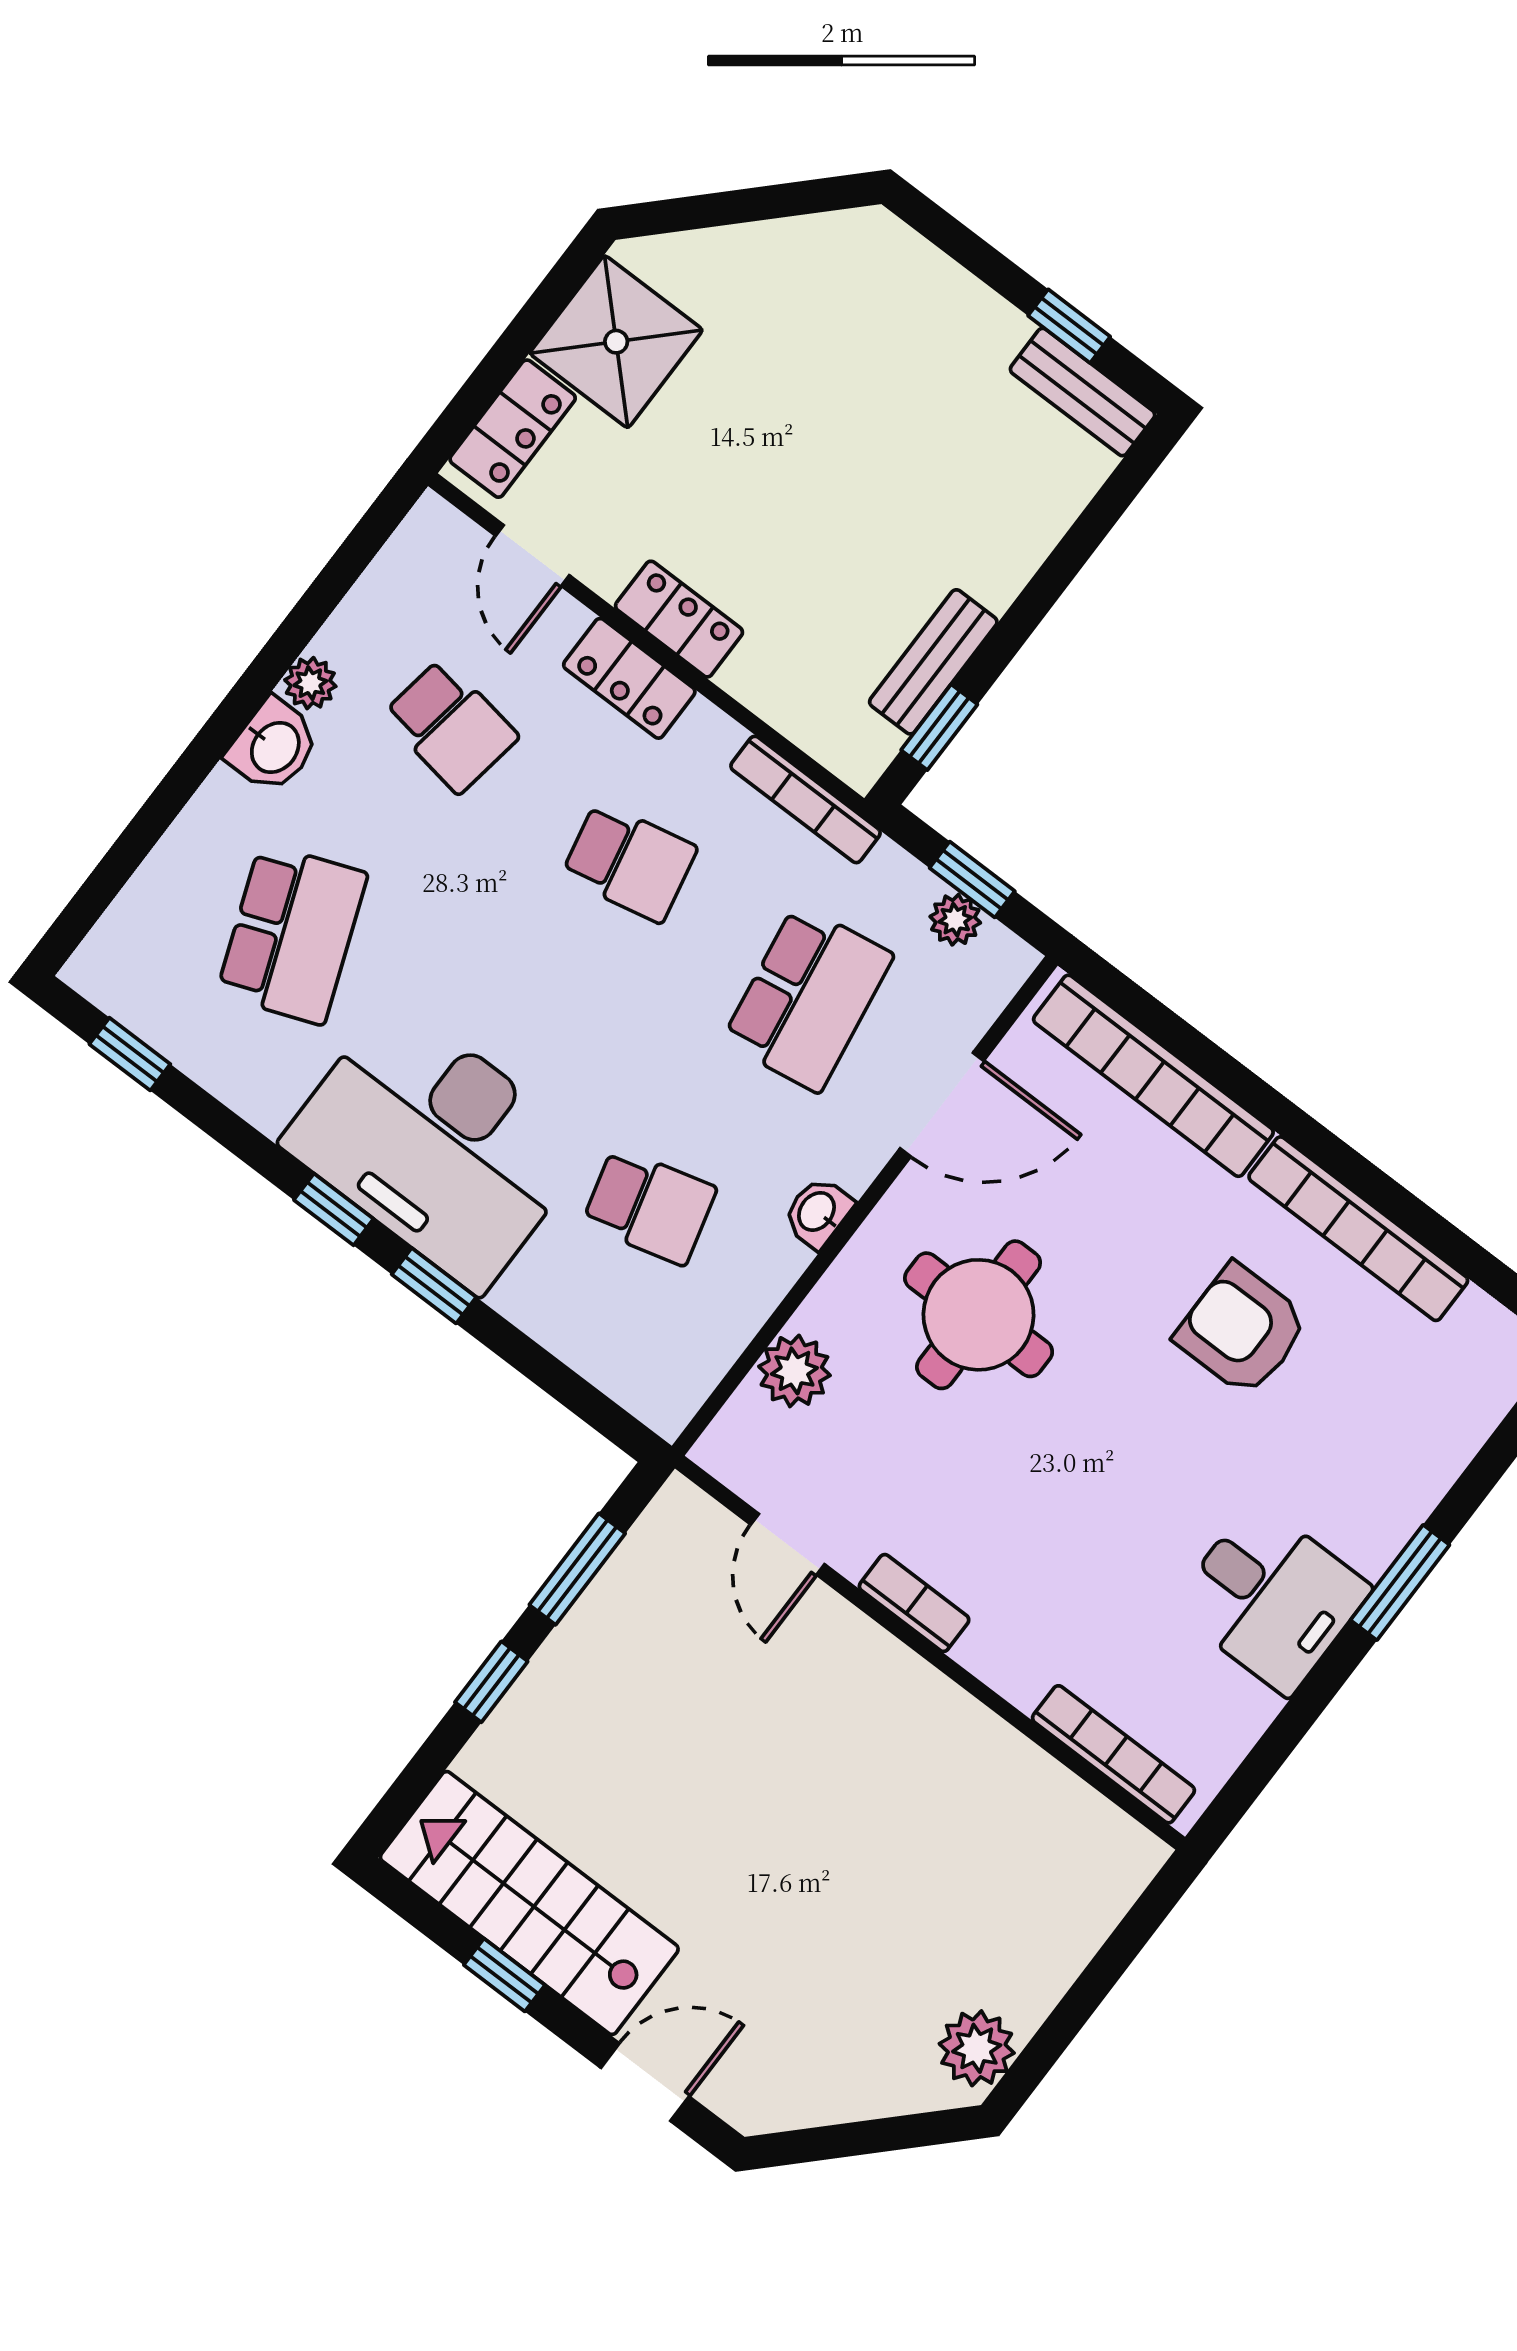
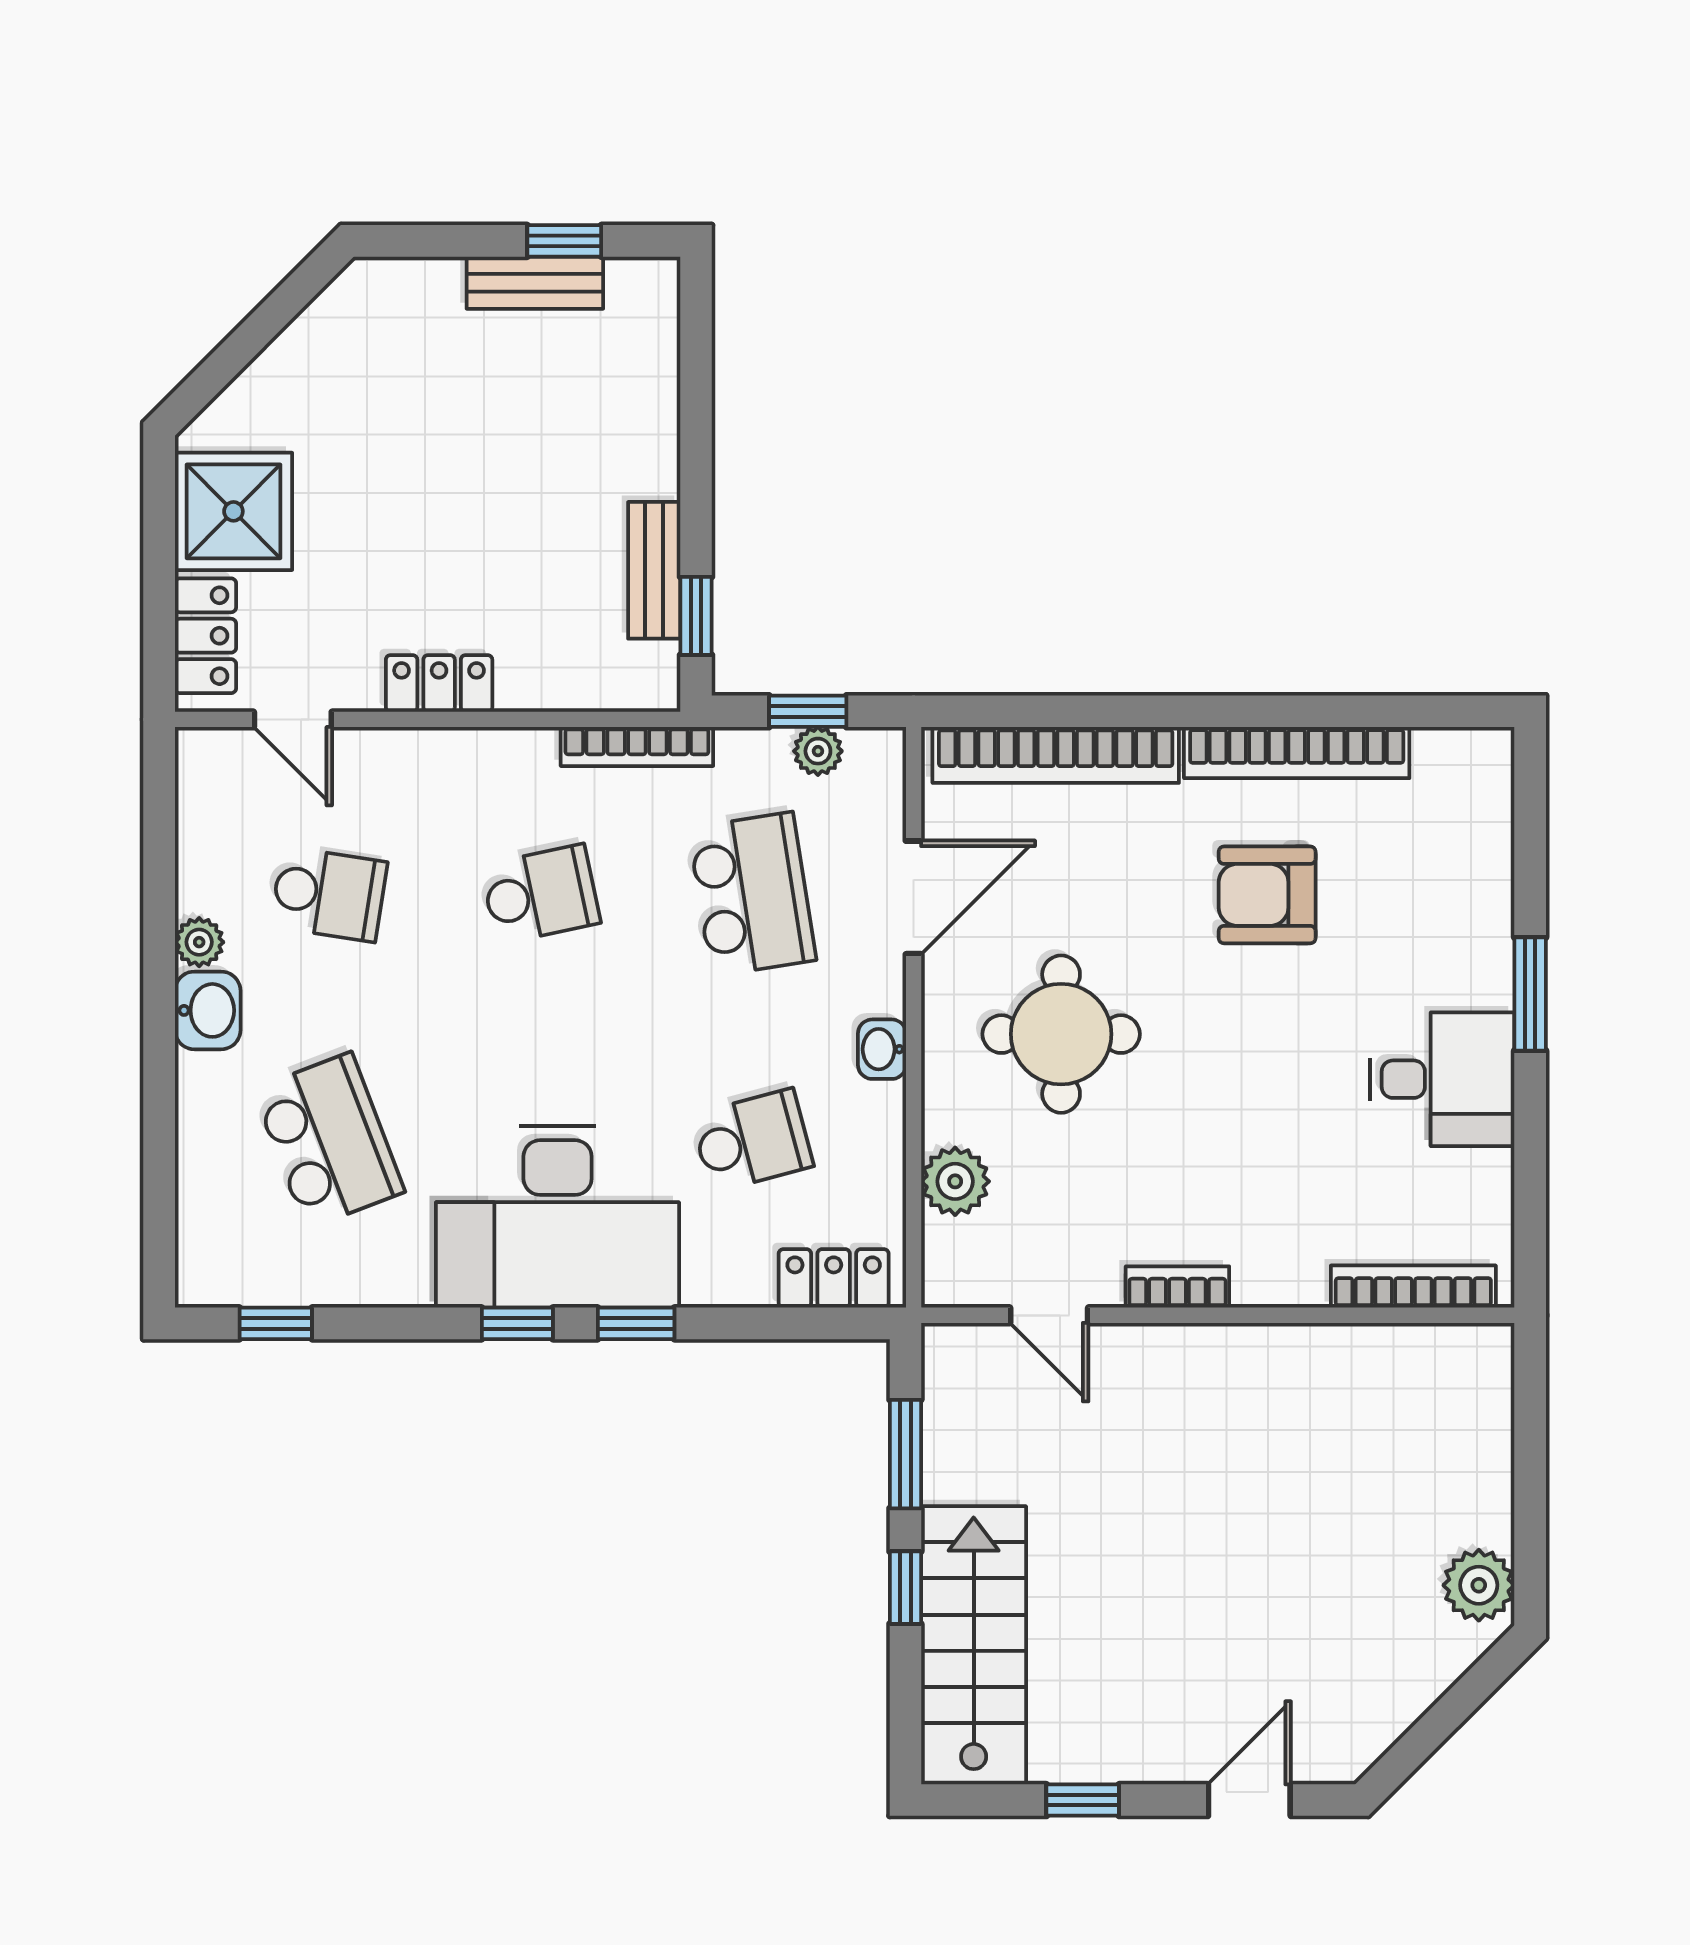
bench: (1083, 392) -> (535, 283), moved
locker: (629, 678) -> (834, 1278), moved, turned 180
stairs: (529, 1903) -> (974, 1645), moved, turned 90

